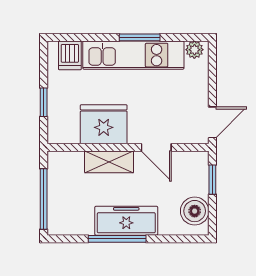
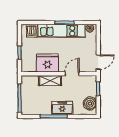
door: (156, 147) -> (72, 74), swing flipped
freezer: (126, 221) -> (62, 108), width x0.71

